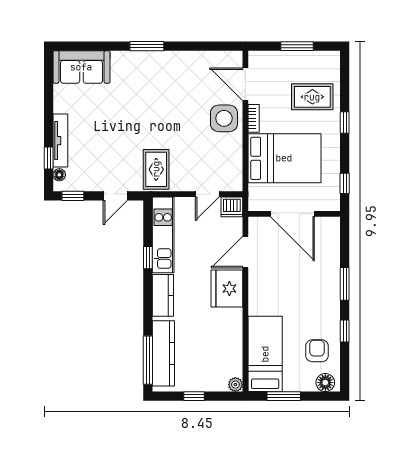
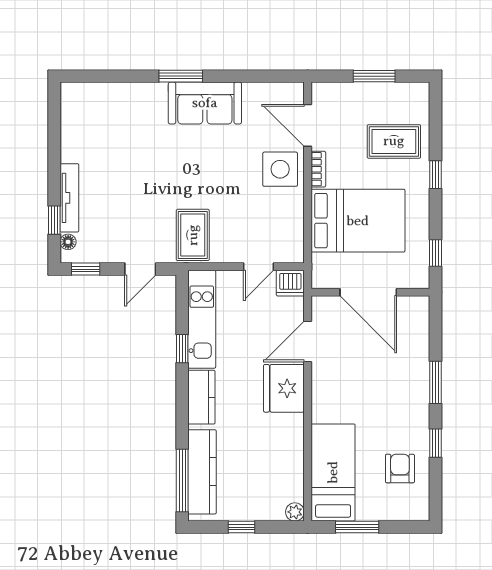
sofa: (81, 67) -> (205, 103), moved
floor lamp: (325, 383) -> (411, 509), removed

